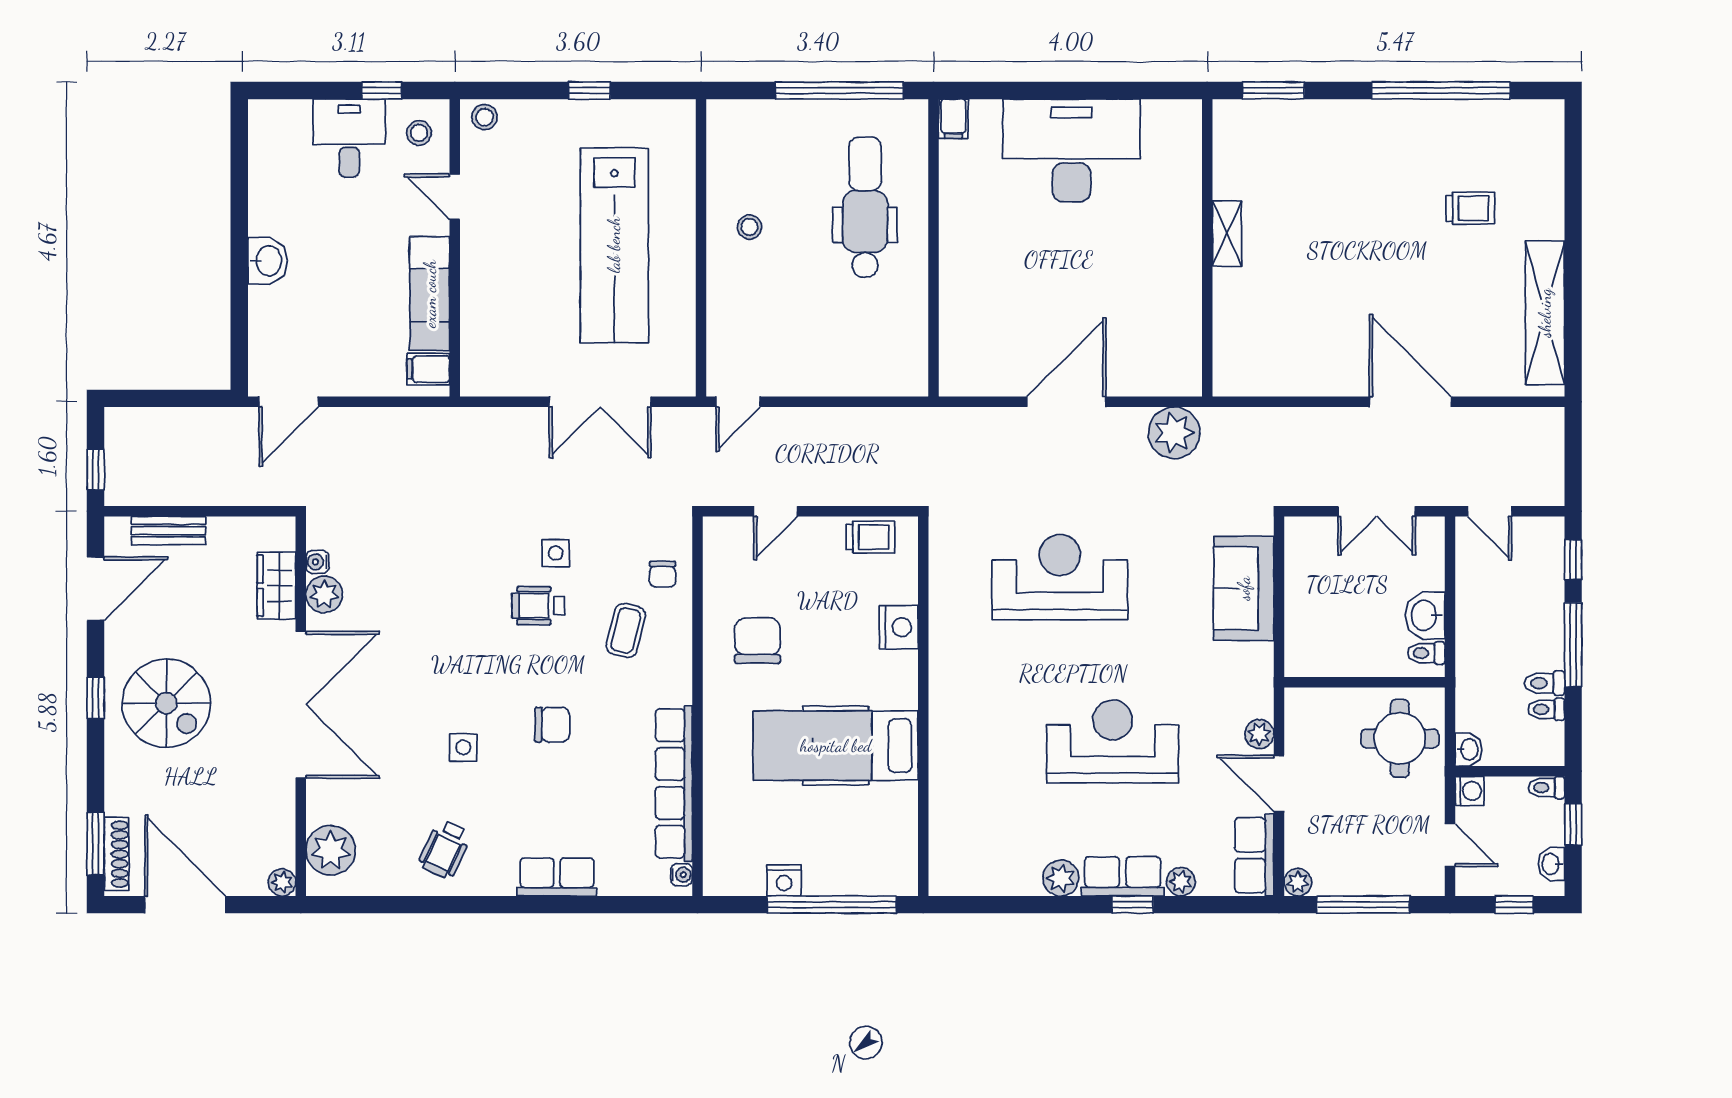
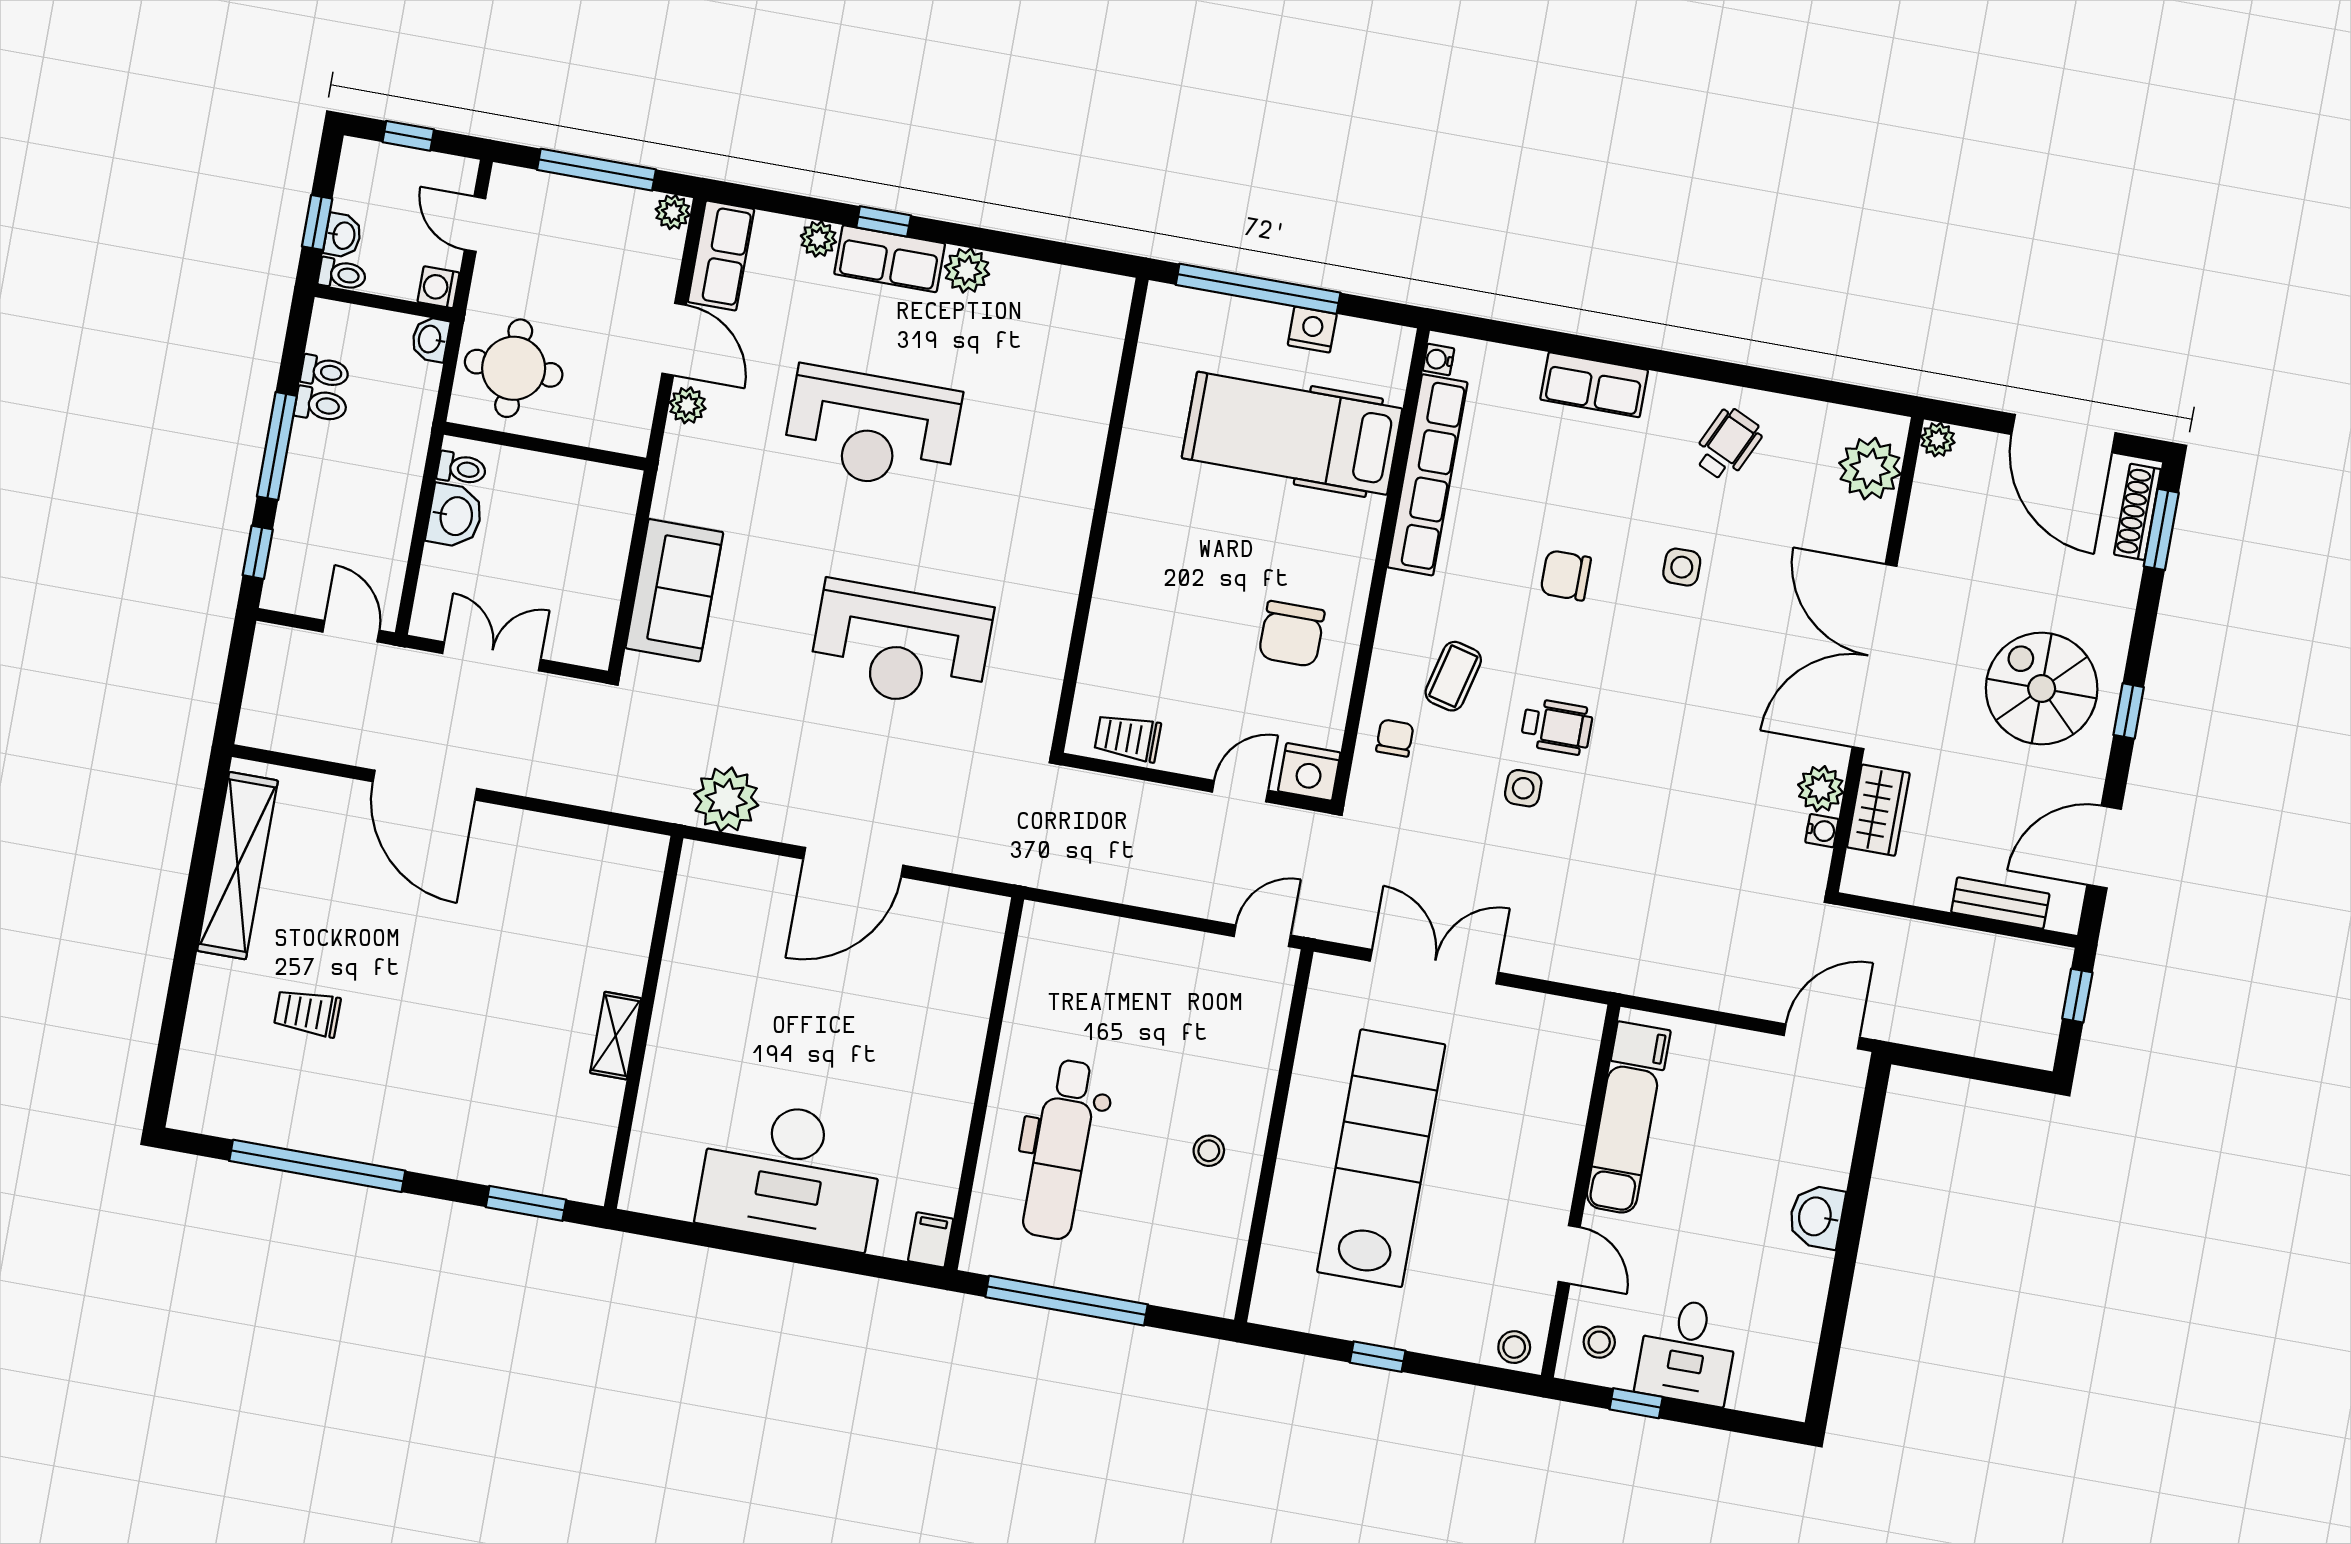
nightstand: (899, 627) -> (1309, 772), moved, turned -90
hospital bed: (836, 746) -> (1292, 433), moved, turned 180
washbasin: (1551, 864) -> (343, 235), moved

